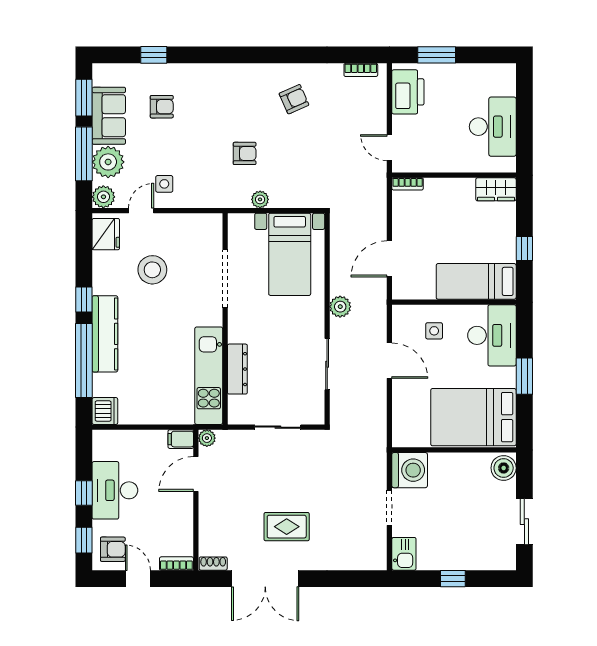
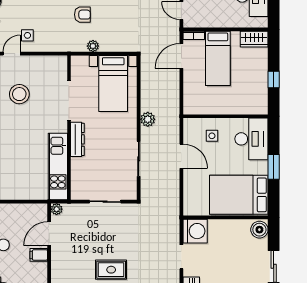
door: (389, 259) -> (181, 56), moved
bed: (476, 281) -> (218, 58), moved, turned -90
dresser: (237, 369) -> (77, 139), moved
filing cabinet: (181, 439) -> (39, 255), moved

